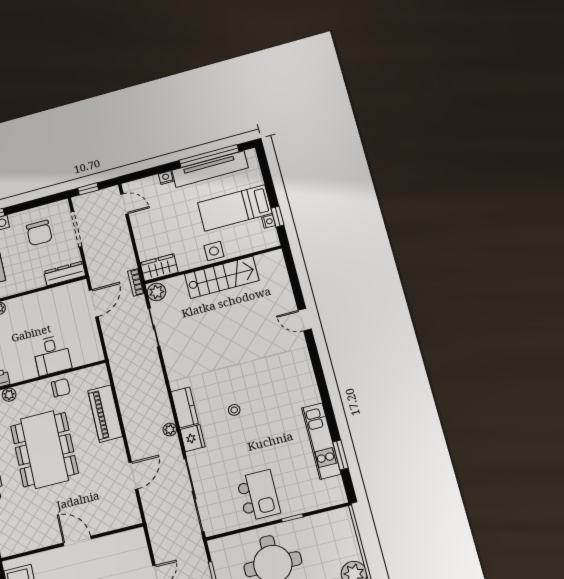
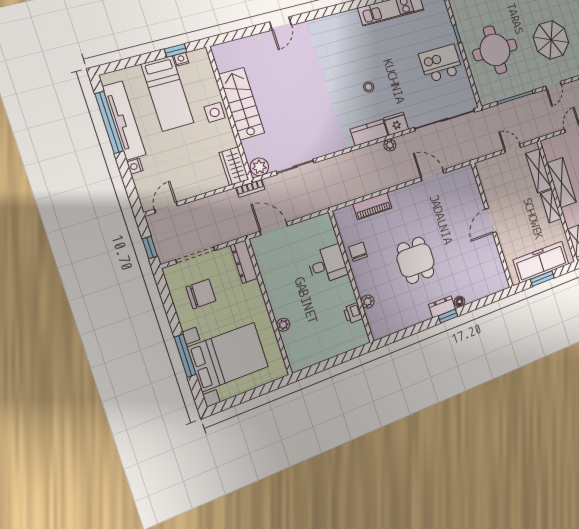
piano: (105, 414) -> (372, 206), width x0.73, depth x0.75
dining table: (44, 450) -> (416, 260), width x0.53, depth x0.80

